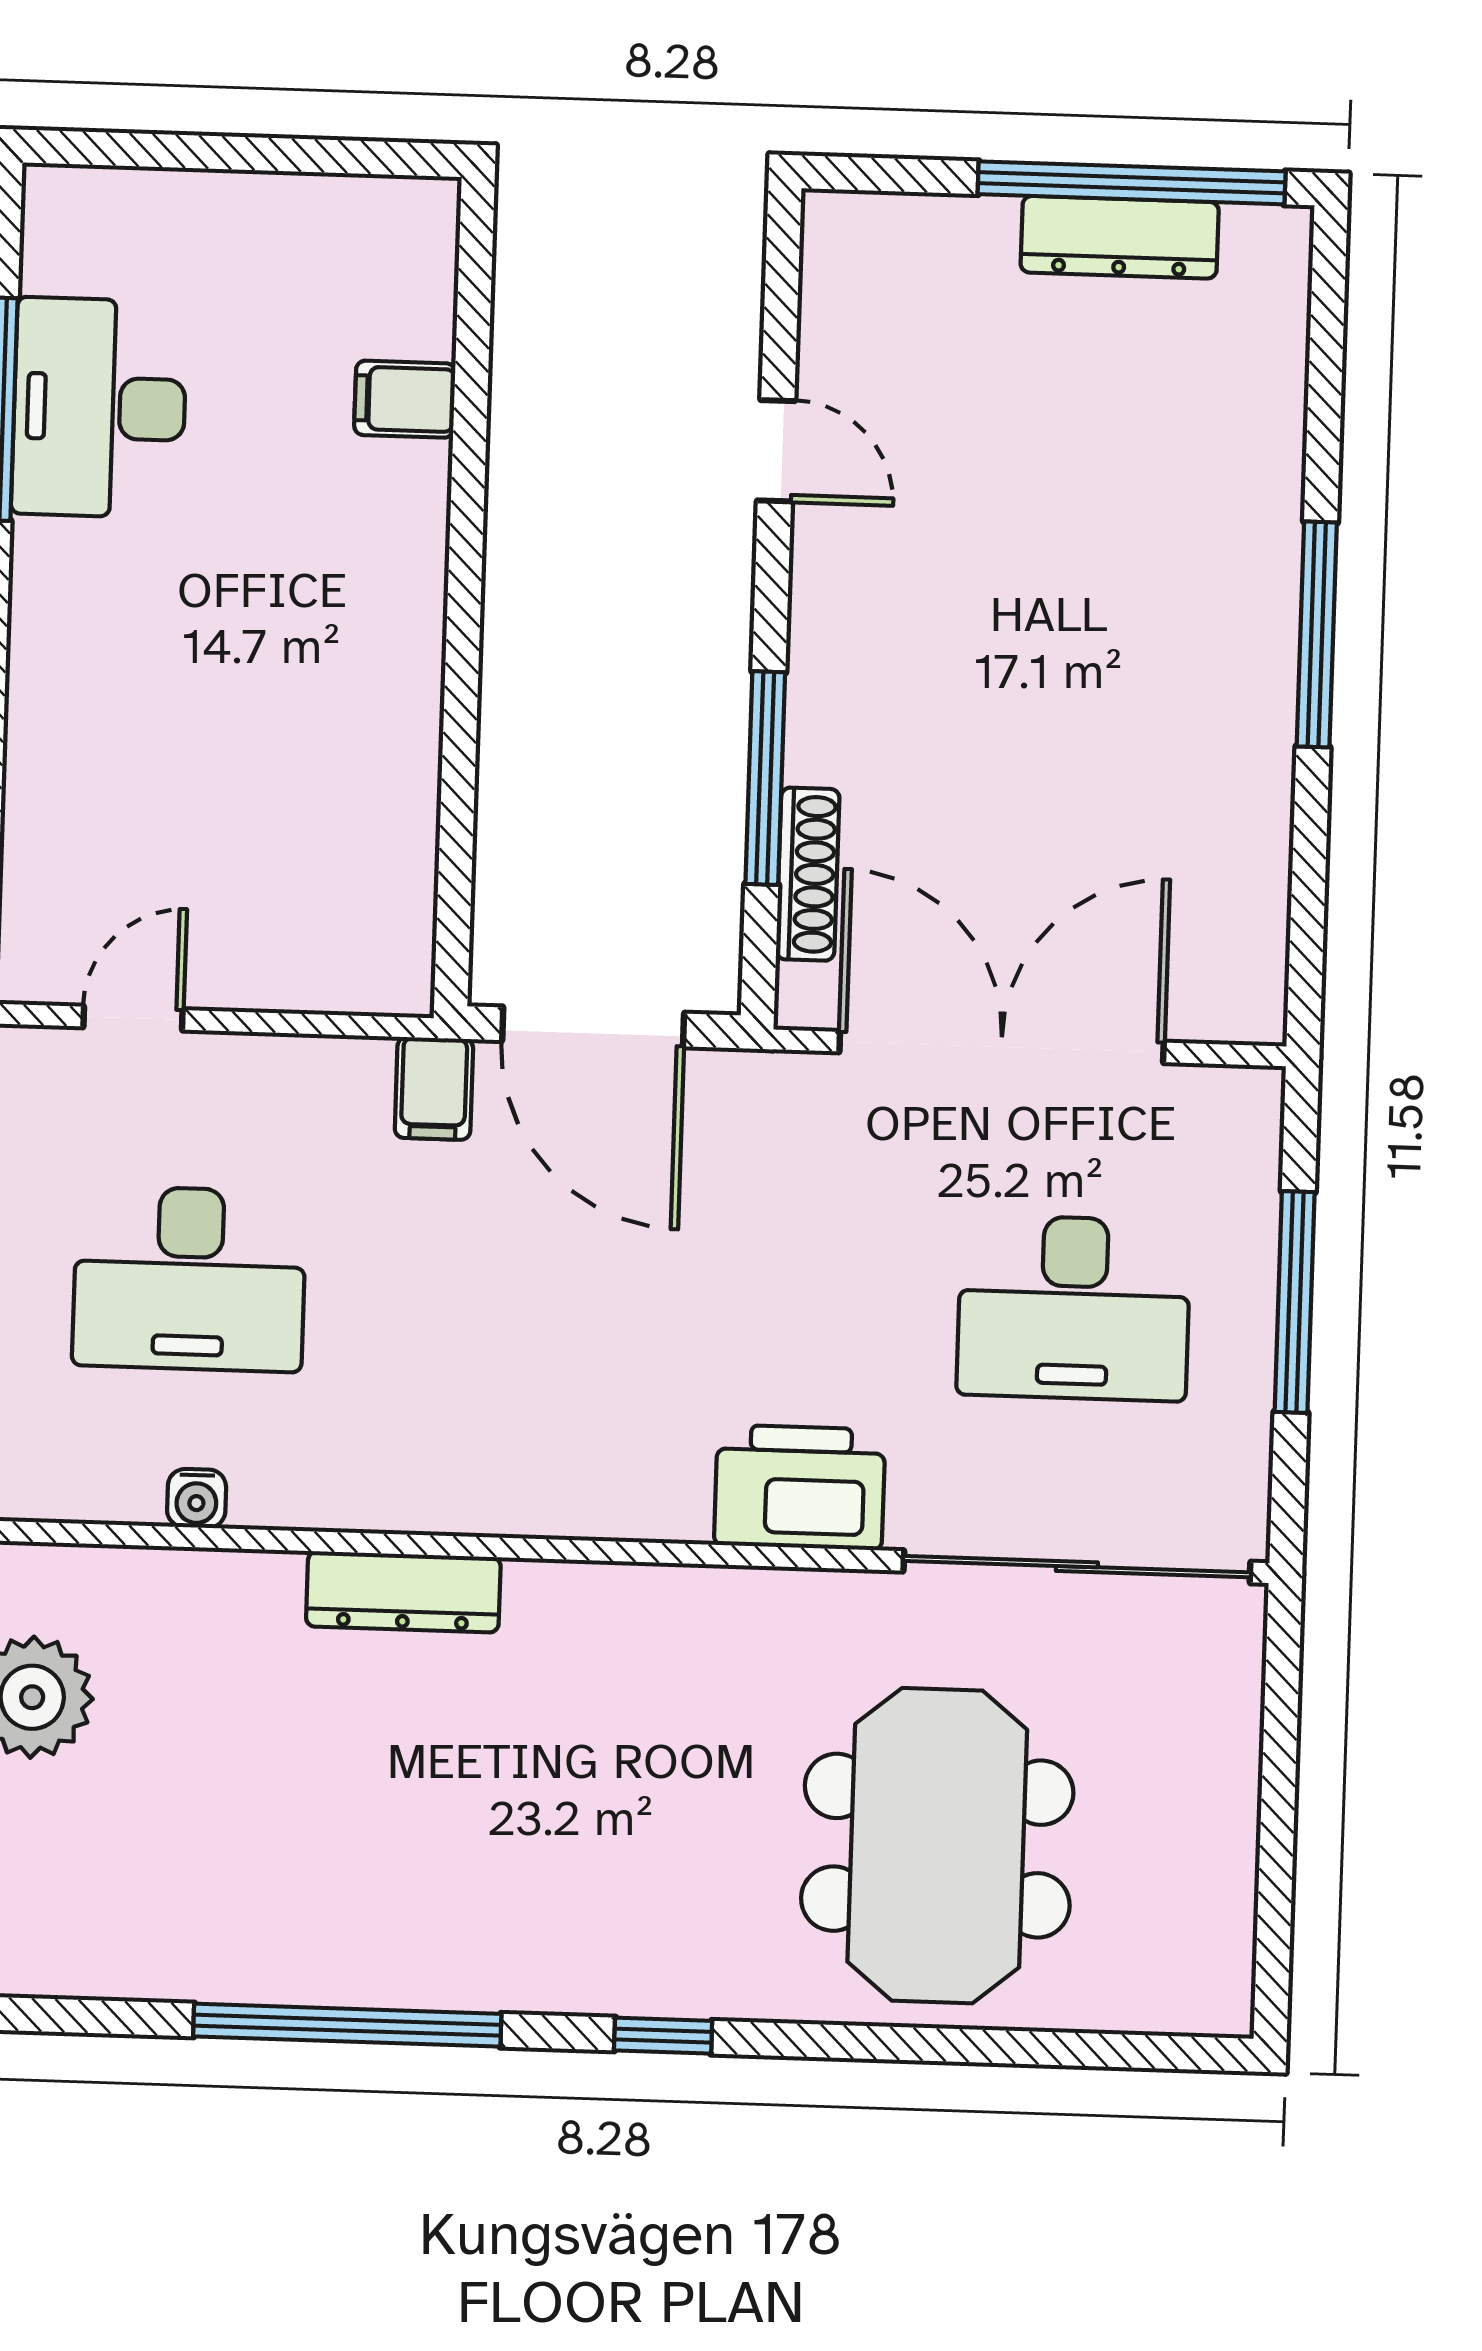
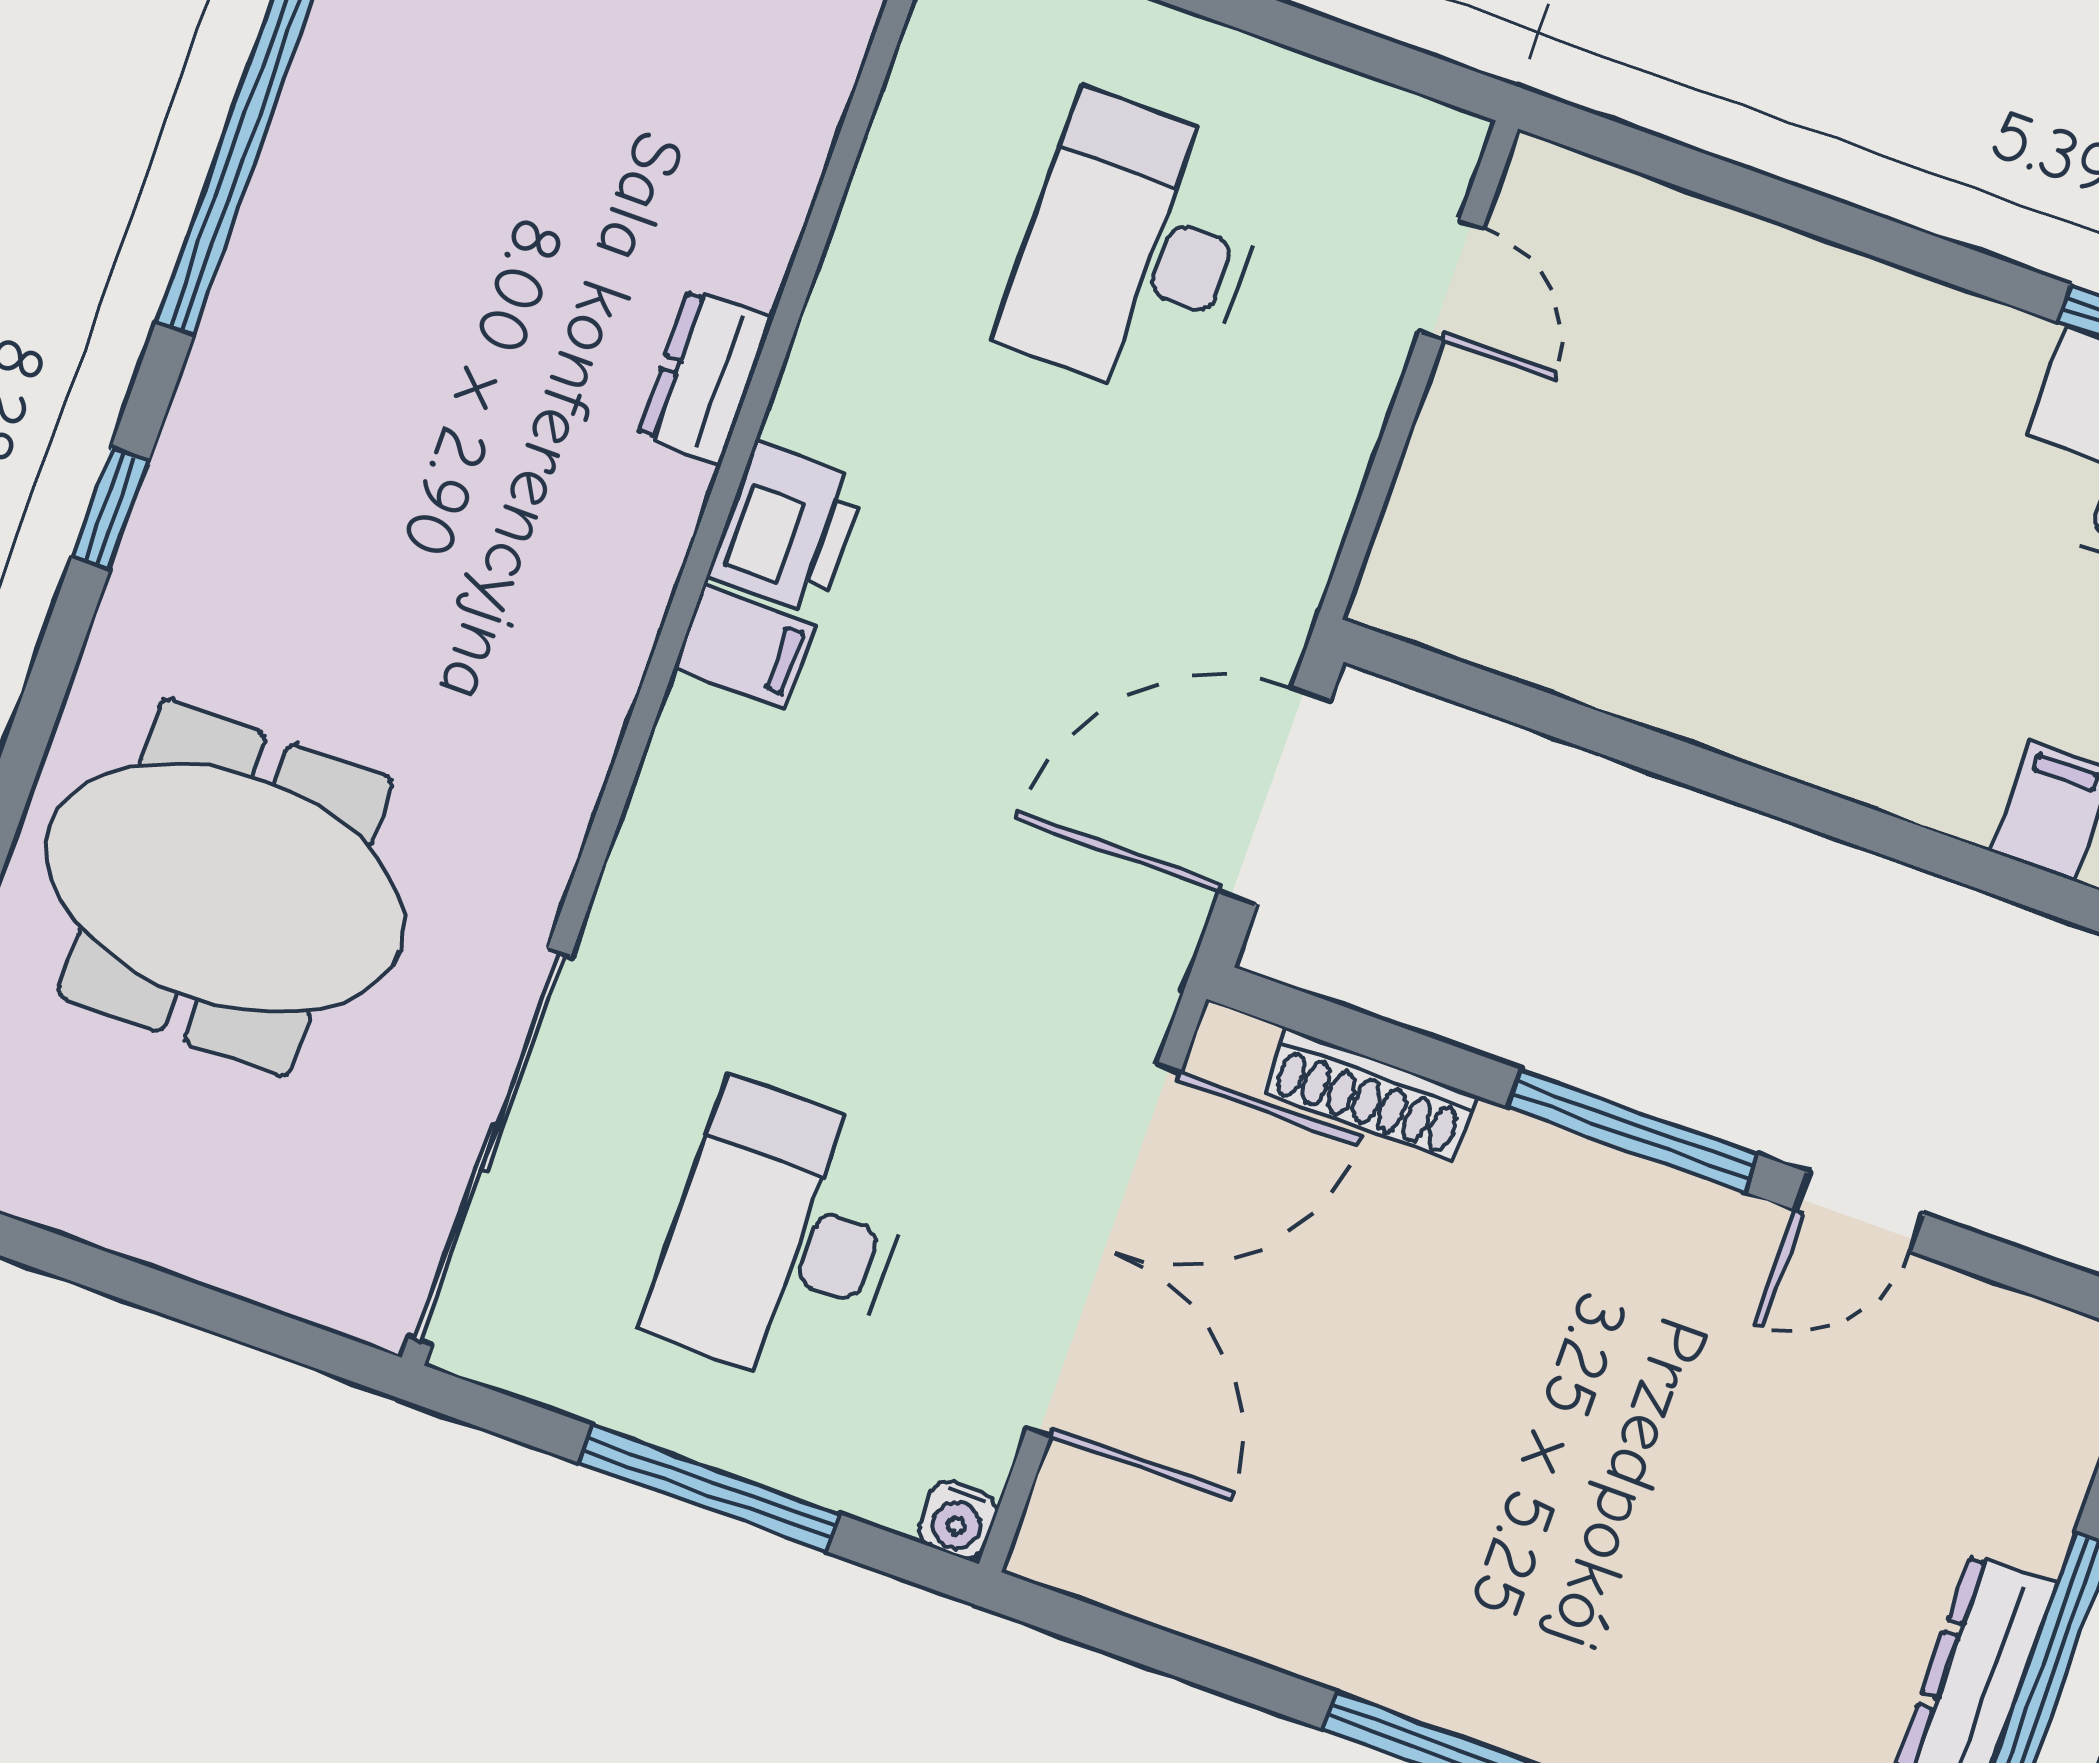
window: (765, 778) -> (1633, 1131), moved
filing cabinet: (434, 1088) -> (745, 646), moved, turned 180
printer: (800, 1487) -> (787, 528), moved, width x0.73, depth x0.84
water cooler: (197, 1498) -> (958, 1520), moved, turned -90
dresser: (403, 1592) -> (705, 377), width x0.70

